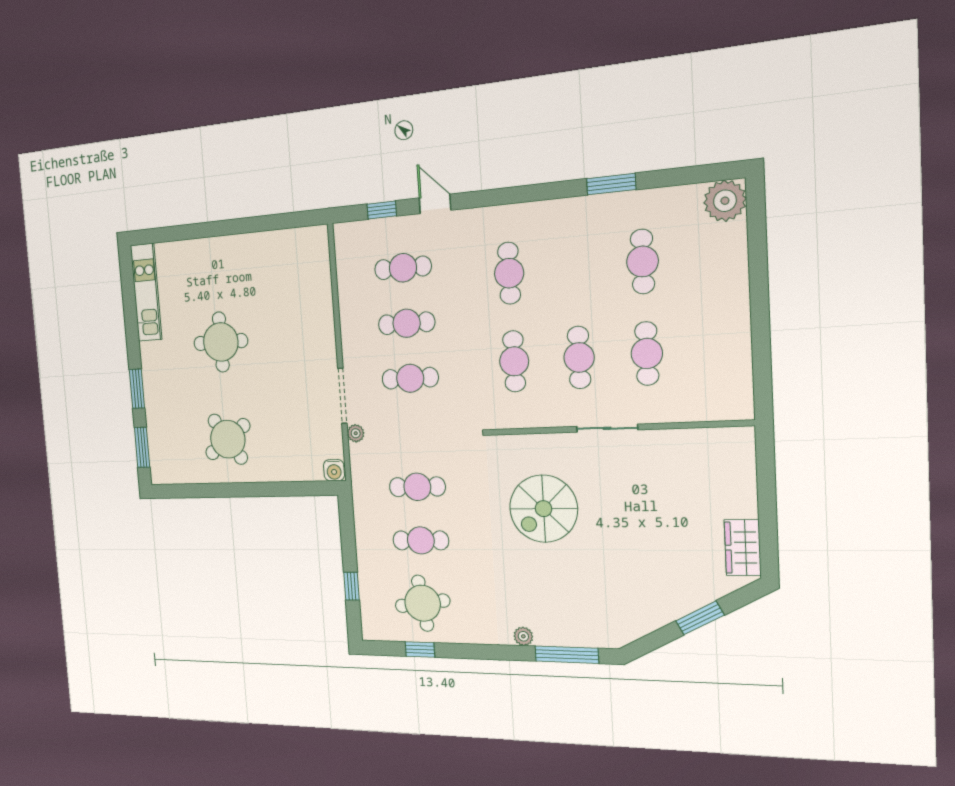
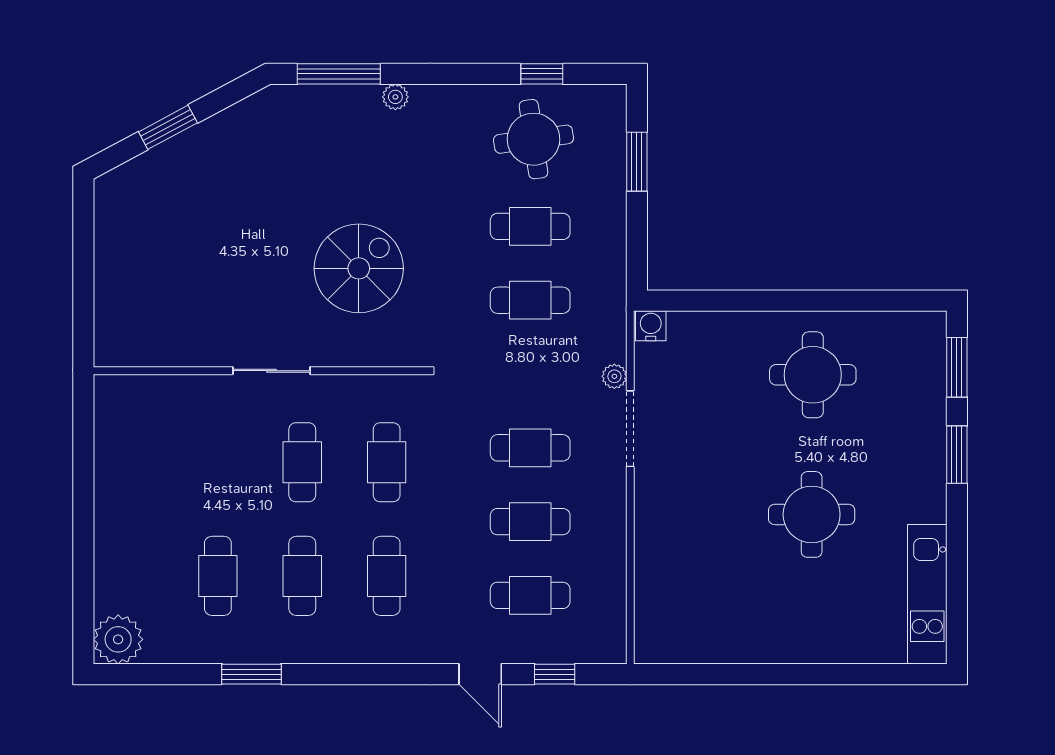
cafe table: (647, 354) -> (302, 576), moved
round table: (228, 439) -> (813, 375), turned 35
wardrobe: (743, 548) -> (114, 217), removed
window: (351, 586) -> (637, 162), width x1.50

